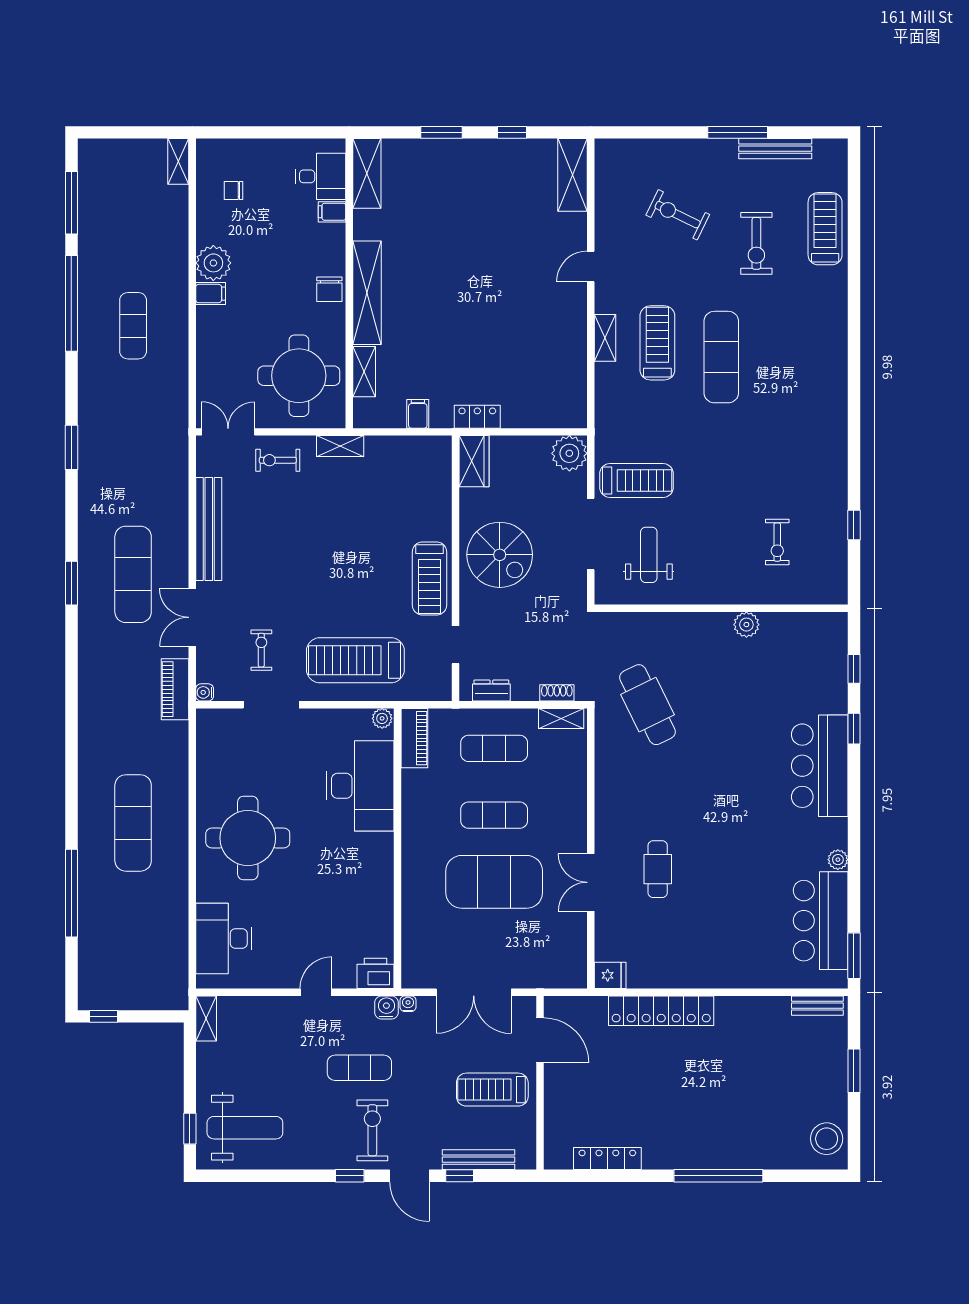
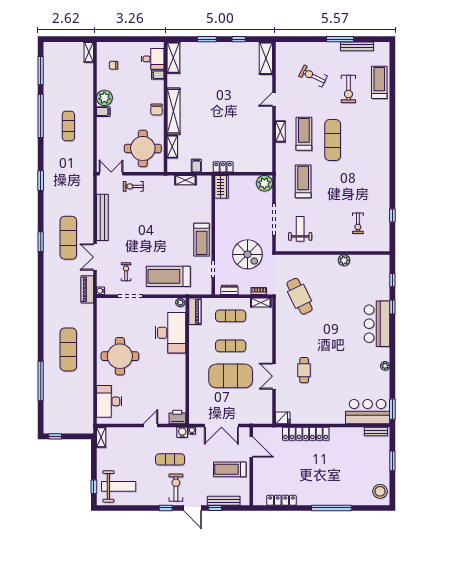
shelving: (340, 446) -> (185, 180), moved
treadmill: (636, 481) -> (303, 181), moved, turned -90
spiral stairs: (500, 555) -> (247, 254), moved
bar counter: (821, 921) -> (368, 412), moved, turned 90

